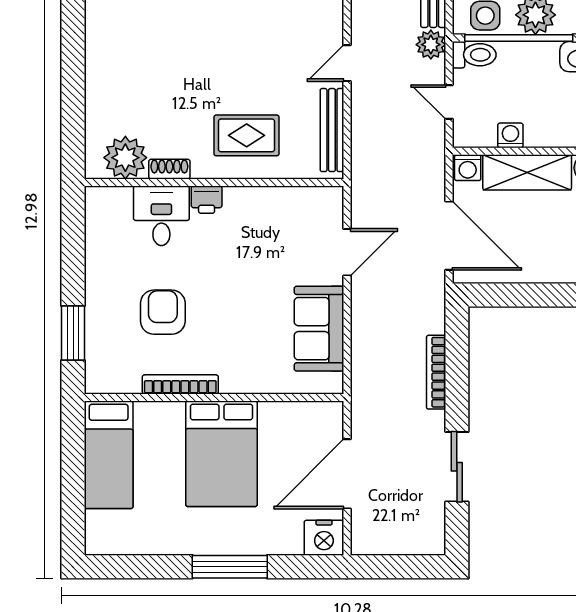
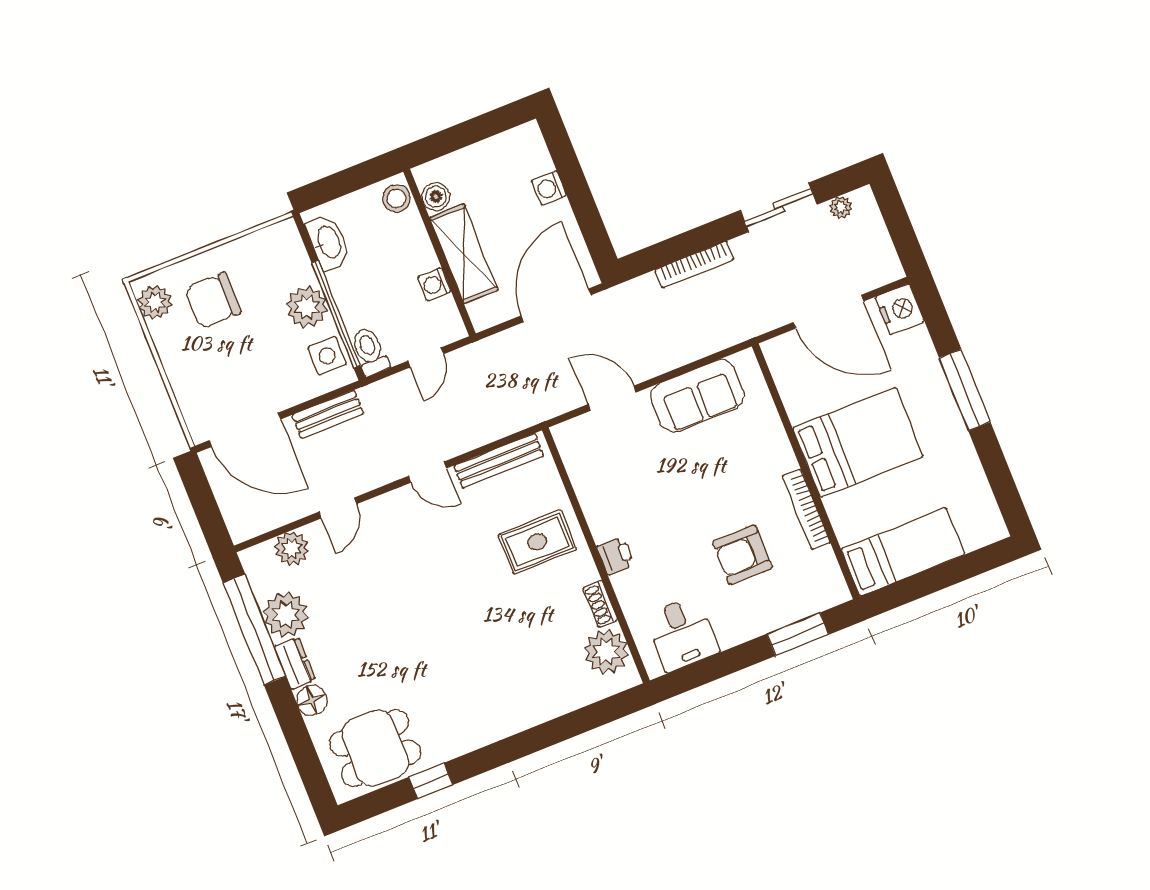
plant: (431, 45) -> (841, 207), moved, width x0.73, depth x0.73
rug: (247, 135) -> (537, 542), turned 90
washing machine: (468, 168) -> (549, 188), moved, turned 180
desk: (161, 216) -> (682, 634), moved, turned -90

